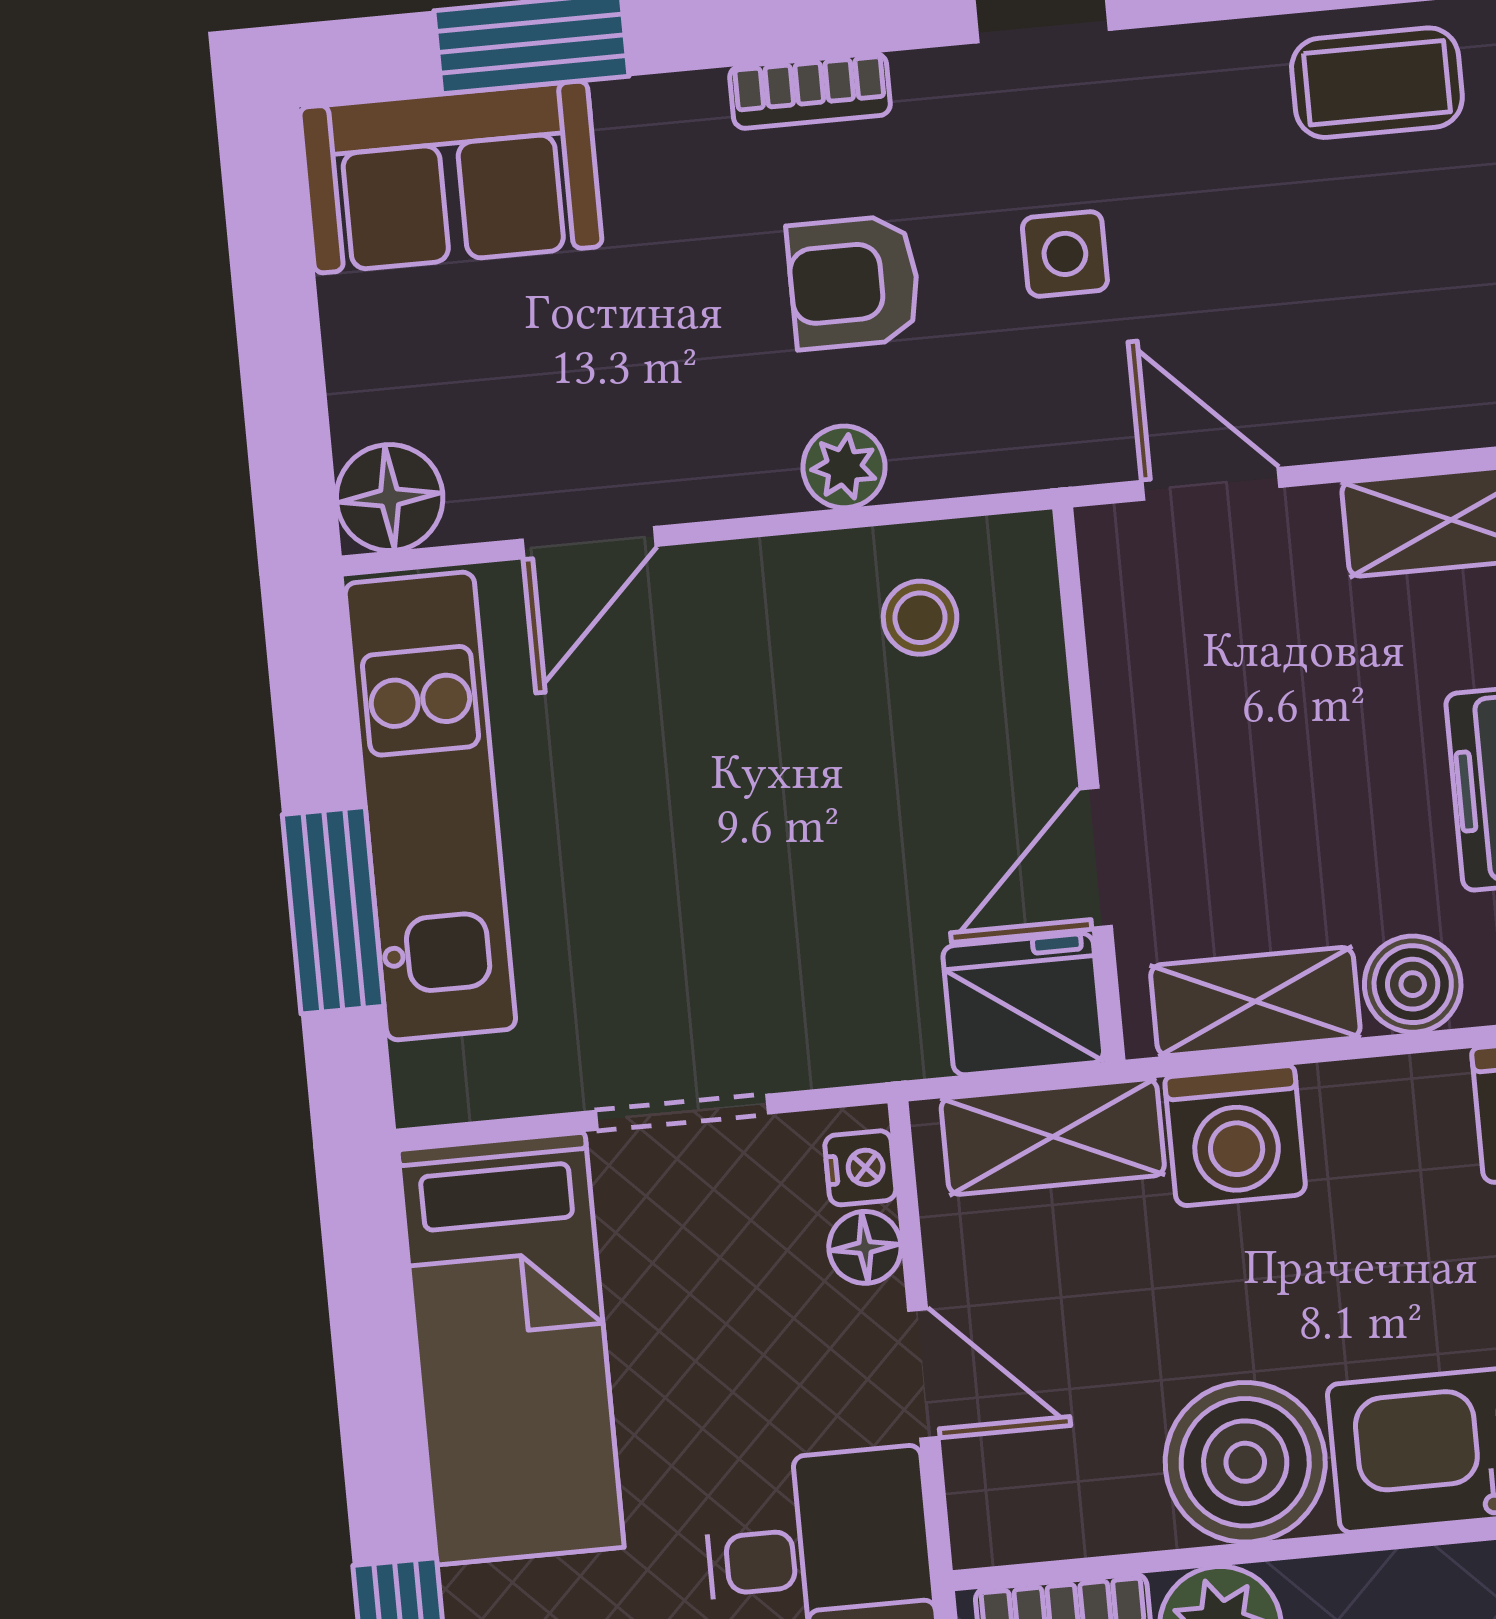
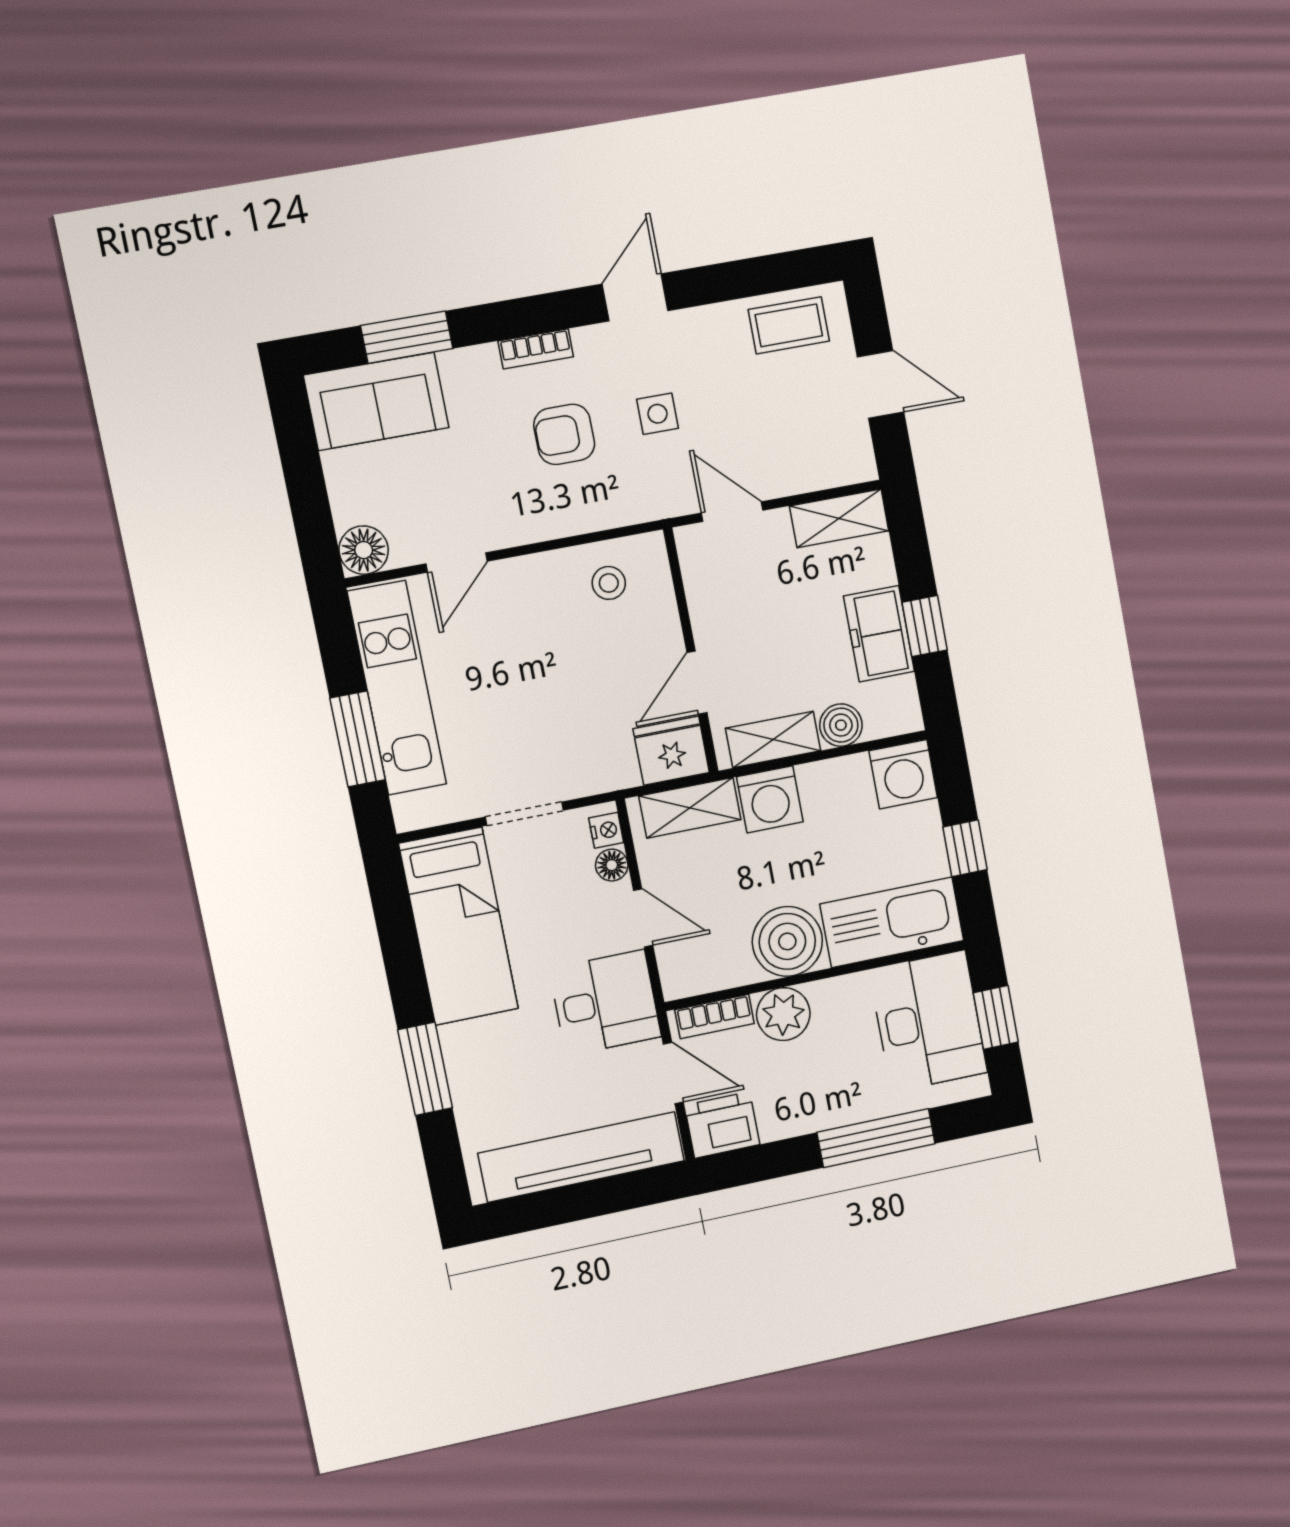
plant: (844, 467) -> (568, 518), removed

